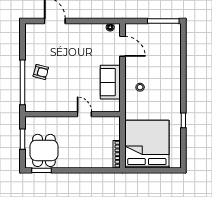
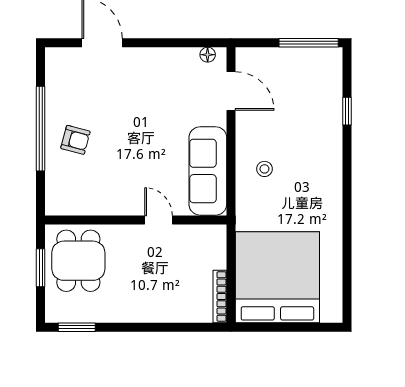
window: (23, 82) -> (41, 129), moved
sofa: (110, 82) -> (208, 171), width x1.36
window: (183, 120) -> (347, 111), moved
dining table: (44, 150) -> (78, 261), moved

